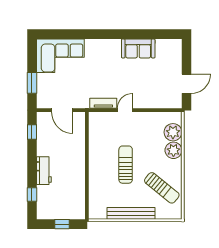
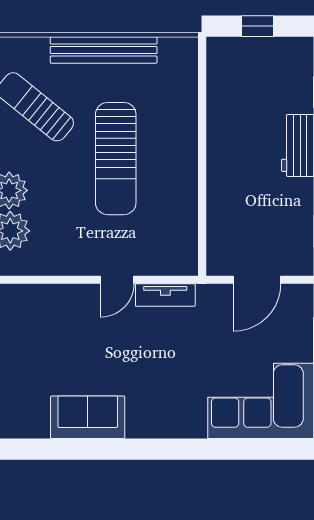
door: (62, 110) -> (257, 280), swing flipped
sun lounger: (126, 165) -> (116, 159), width x1.36, depth x1.34

